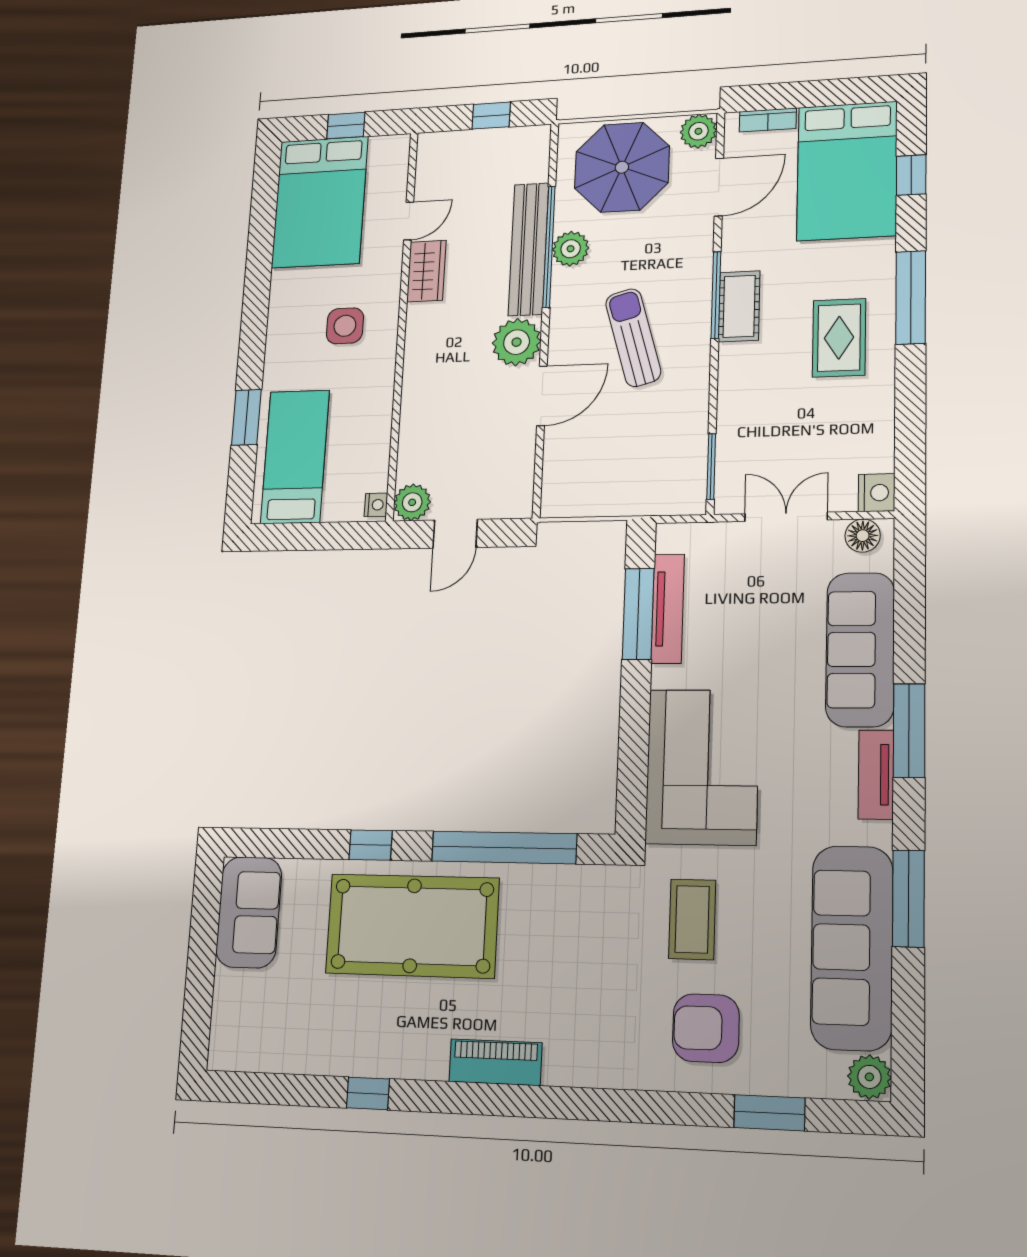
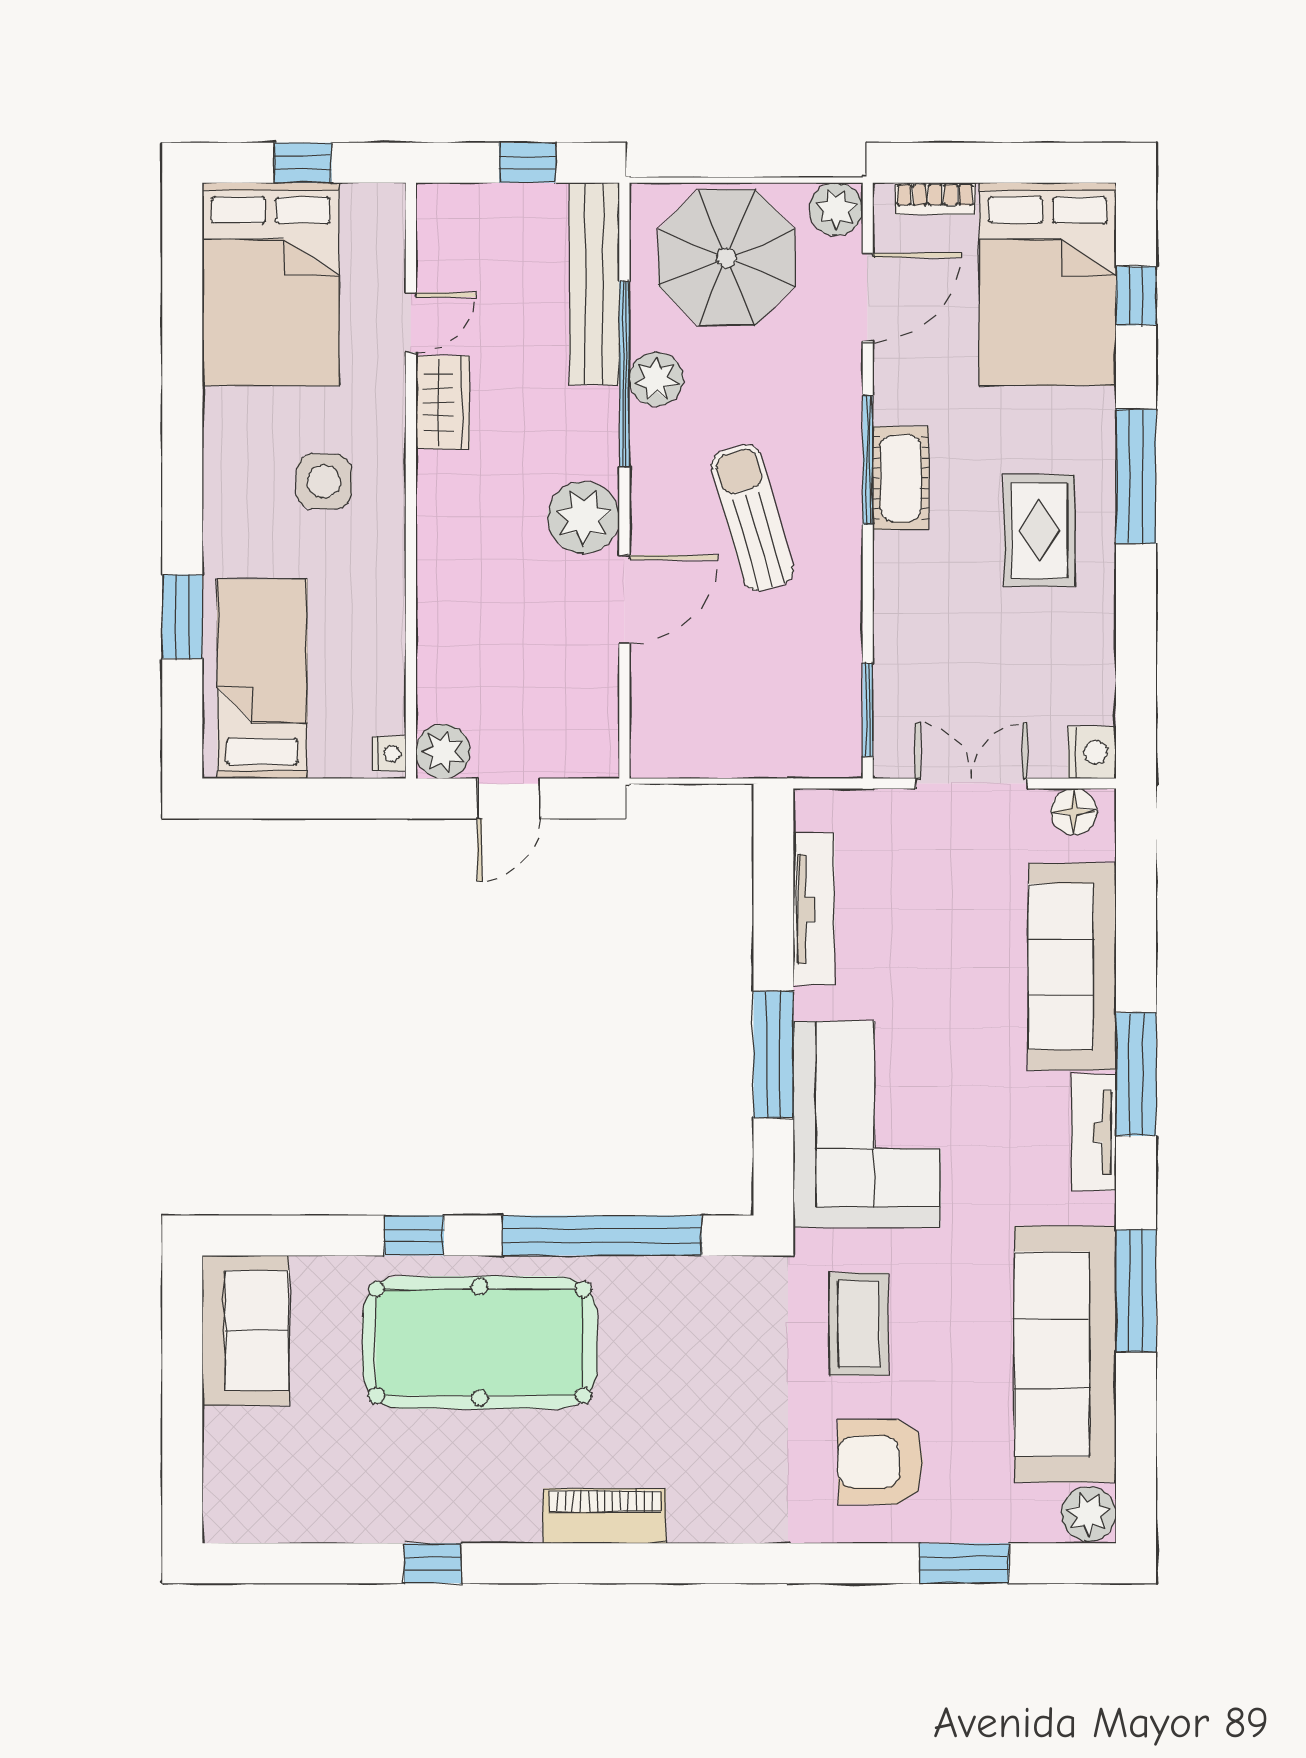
bench: (529, 249) -> (594, 284), moved
window: (638, 614) -> (773, 1055), moved

